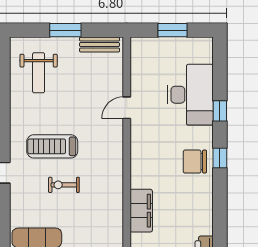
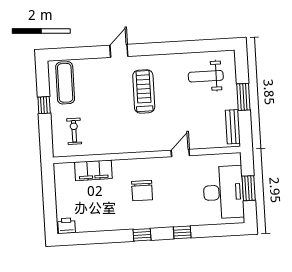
desk: (190, 95) -> (224, 192), moved, turned -90
door: (127, 108) -> (180, 153), hinge flipped
chair: (195, 162) -> (142, 191), moved, turned 180
exercise bike: (64, 185) -> (74, 131), moved

